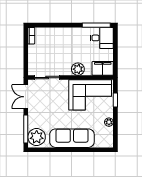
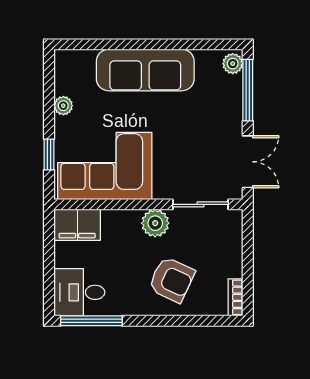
armchair: (60, 44) -> (172, 280), added
plant: (78, 69) -> (155, 223), moved
plant: (37, 137) -> (233, 64), width x0.53, depth x0.53

